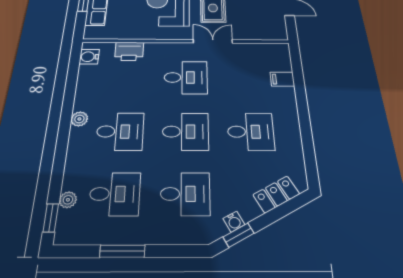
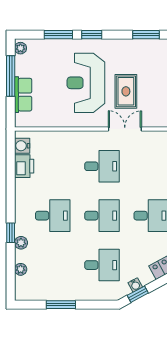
printer: (129, 51) -> (24, 166), moved, turned -90
plant: (79, 119) -> (21, 243), moved
desk: (115, 194) -> (53, 265), removed
window: (51, 218) -> (11, 233), moved

